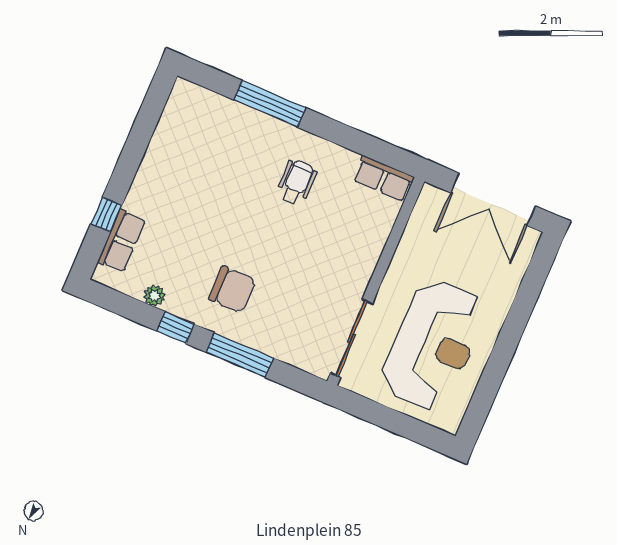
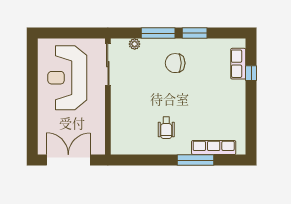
row of seats: (383, 178) -> (214, 148), moved, width x1.48
plant: (154, 296) -> (135, 44), moved
window: (176, 328) -> (195, 33), width x1.50

